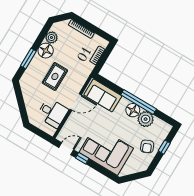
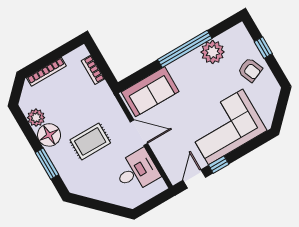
rug: (55, 76) -> (90, 141), turned 90
door: (76, 102) -> (139, 133), hinge flipped
floor lamp: (133, 110) -> (192, 63), removed

